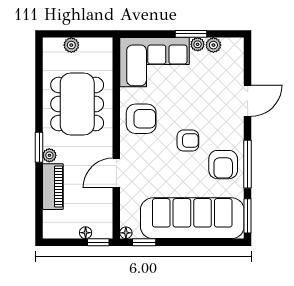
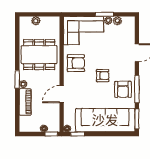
dining table: (77, 104) -> (39, 55), turned 90

